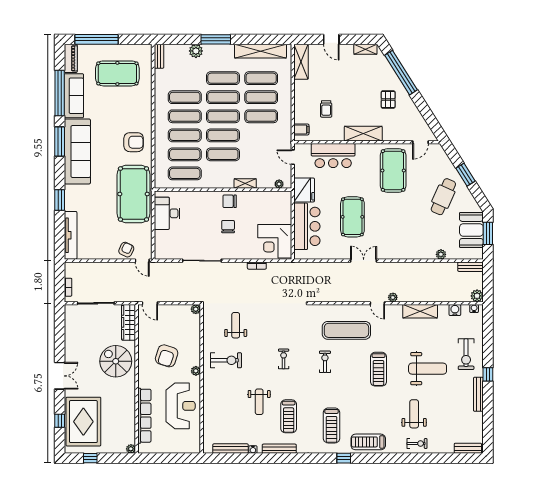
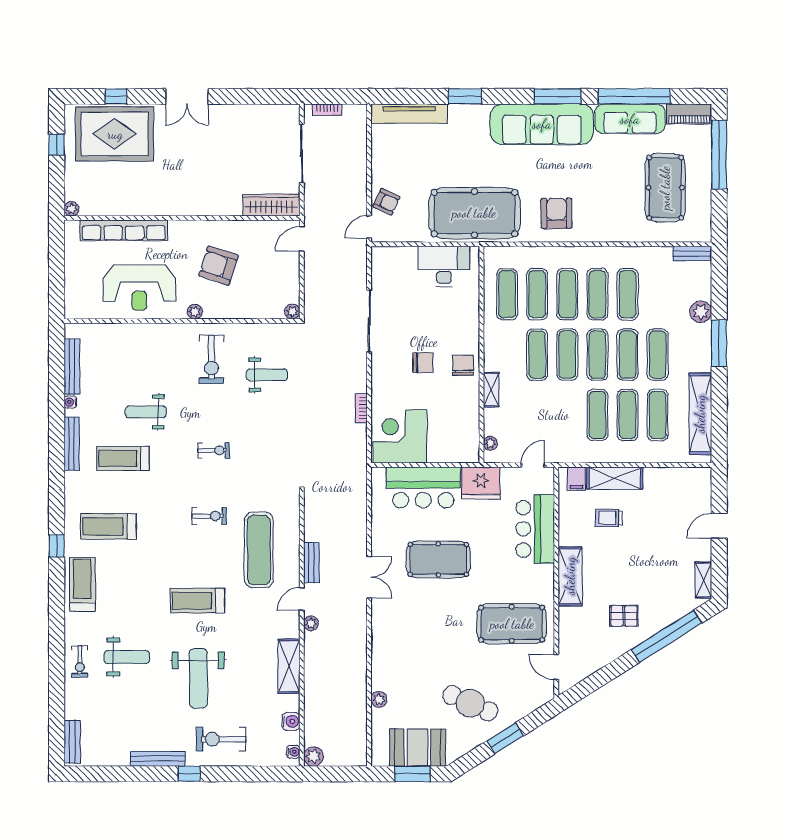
shelving: (301, 62) -> (615, 478), moved
armchair: (134, 142) -> (556, 213), turned 180
bench: (471, 267) -> (311, 563), moved
spiral stairs: (116, 361) -> (210, 185), removed

